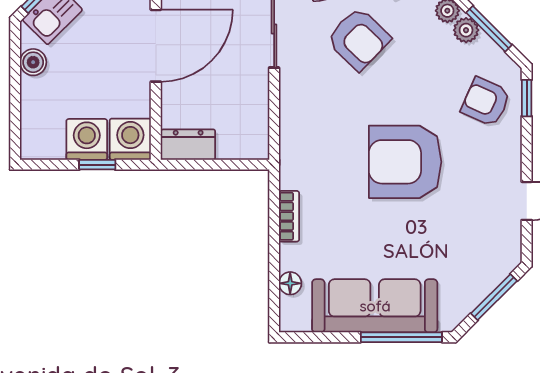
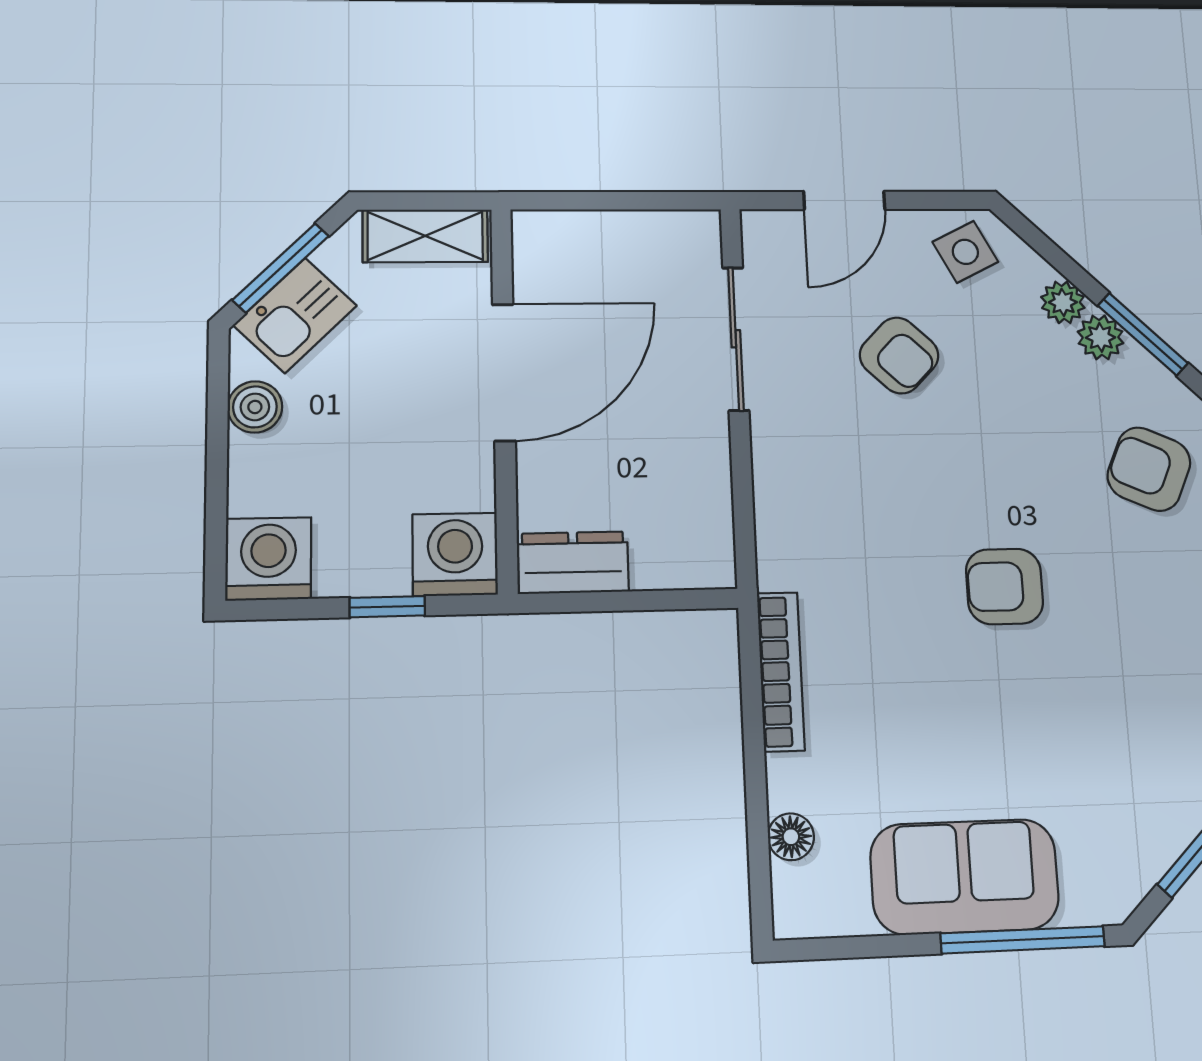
armchair: (358, 39) -> (899, 355), width x0.72, depth x0.72
washing machine: (87, 139) -> (268, 559), moved
armchair: (405, 162) -> (1005, 586), width x0.53, depth x0.53
bookcase: (289, 216) -> (781, 671), width x1.56
sofa: (375, 306) -> (965, 877), width x0.73

